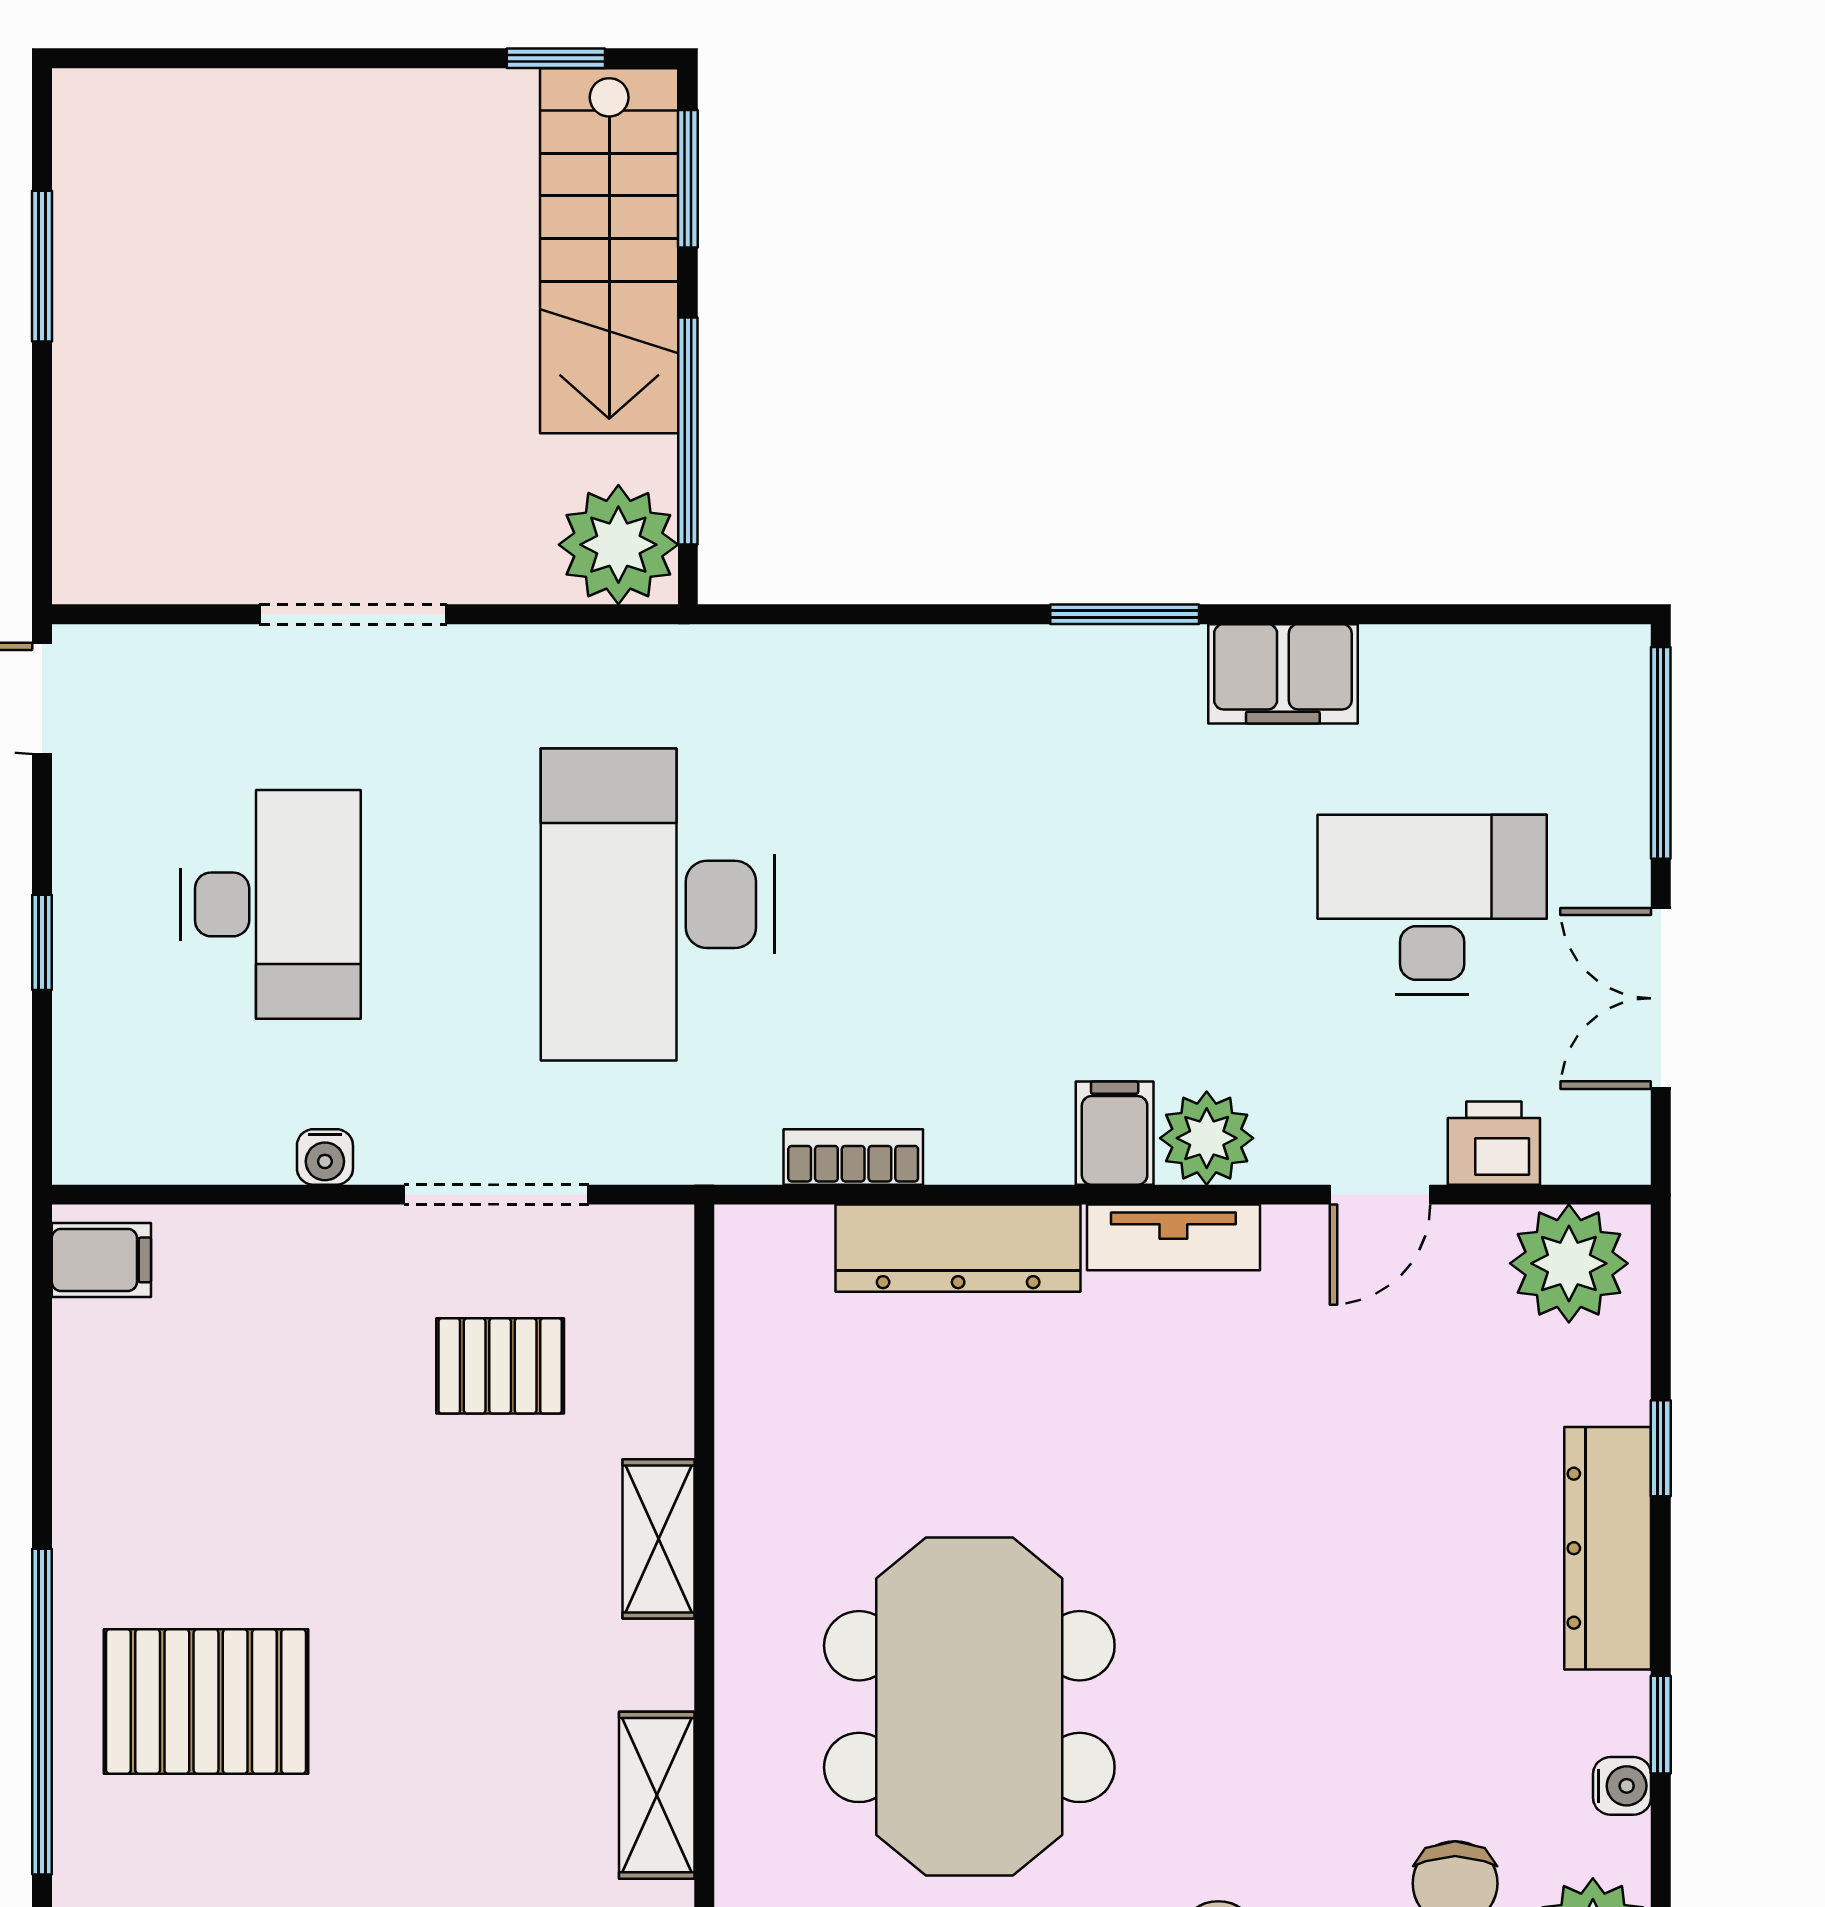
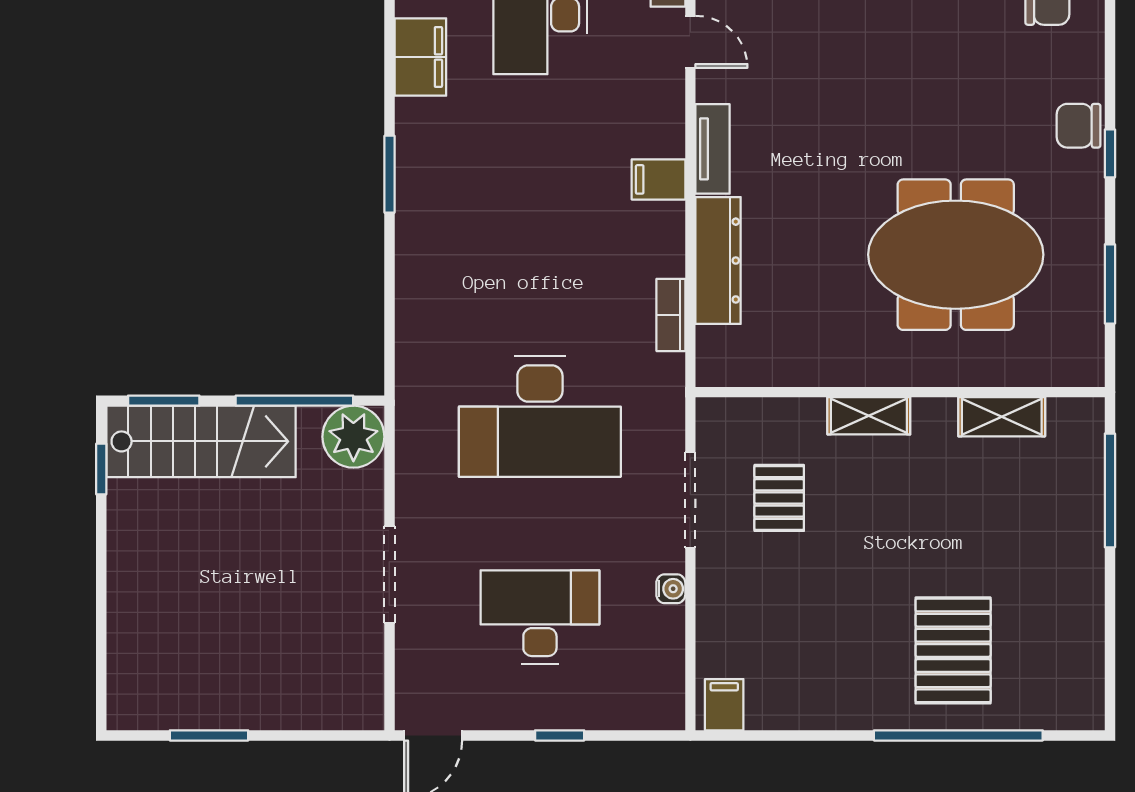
filing cabinet: (1283, 674) -> (420, 57), moved
plant: (1207, 1138) -> (661, 132), removed

